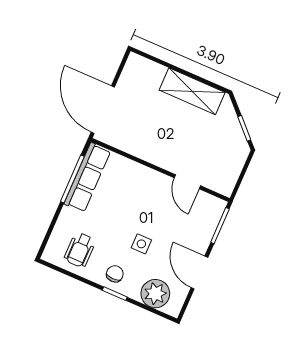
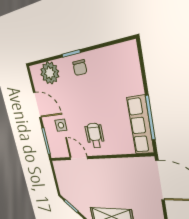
side table: (141, 244) -> (61, 125), moved
wheelchair: (80, 250) -> (95, 136), moved

